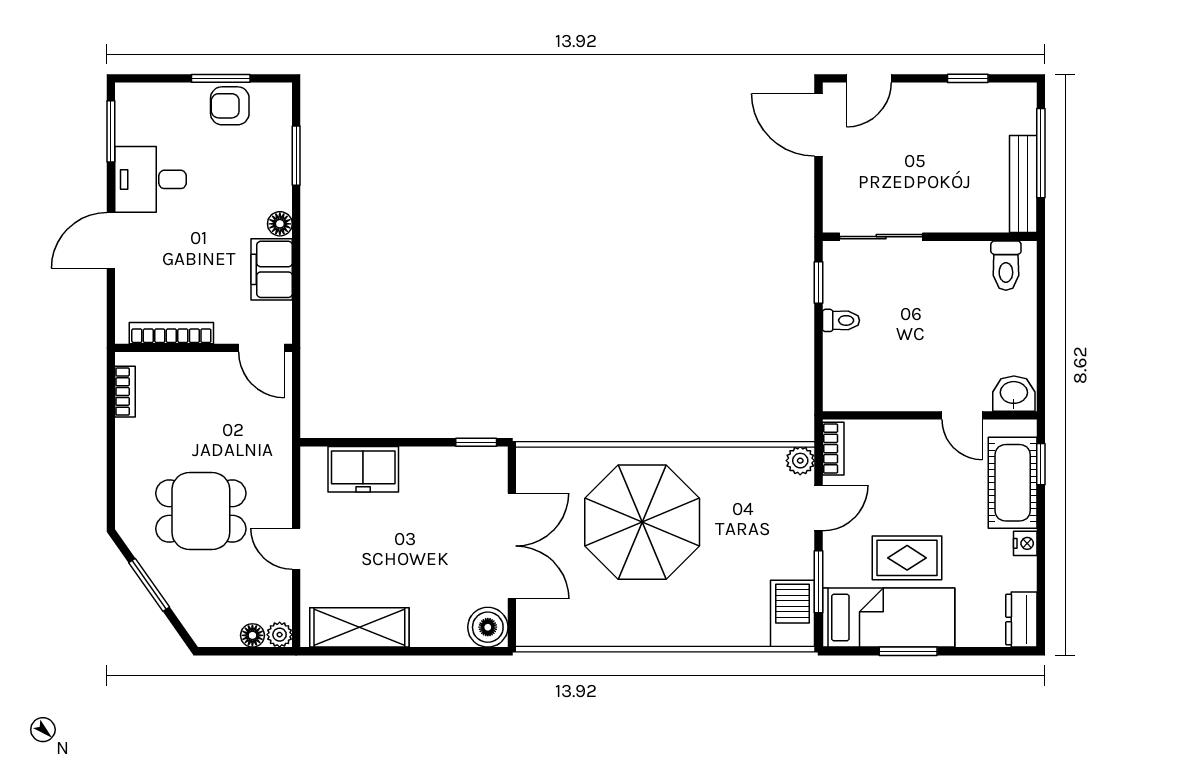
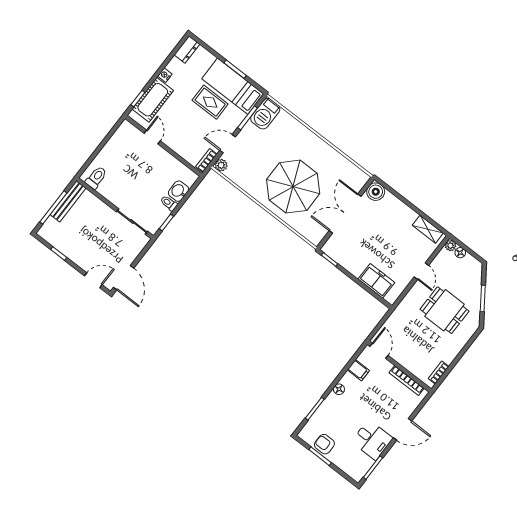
armchair: (230, 106) -> (324, 444), turned 180
filing cabinet: (272, 269) -> (358, 370), width x0.50
washbasin: (1014, 394) -> (179, 191), moved, turned 90
shelving: (359, 627) -> (428, 229), width x0.67, depth x0.75

